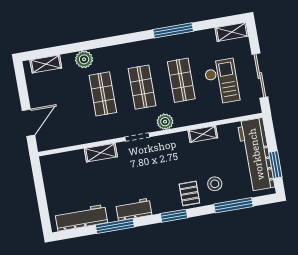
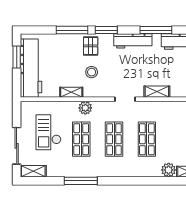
plant: (84, 59) -> (169, 170), moved
sliding door: (260, 76) -> (17, 146), moved
plant: (165, 122) -> (85, 108), moved
stool: (215, 184) -> (92, 72), moved
window: (233, 205) -> (72, 30), moved
workbench: (134, 209) -> (133, 41), width x1.37

